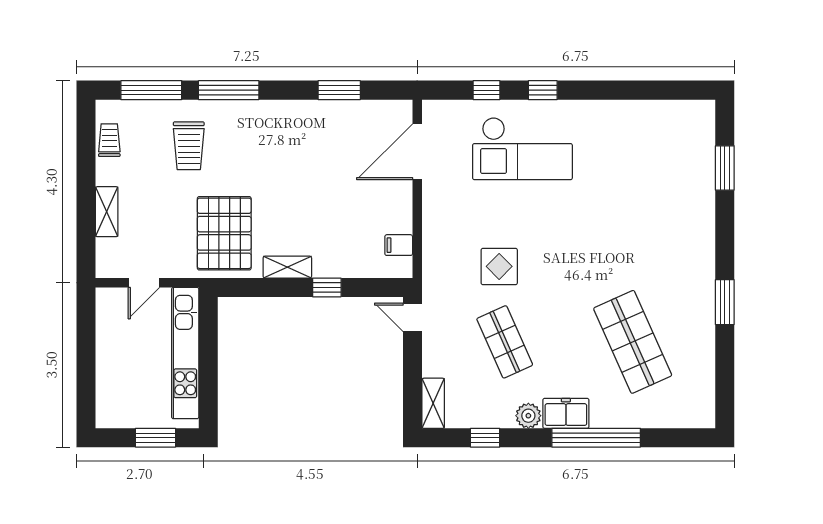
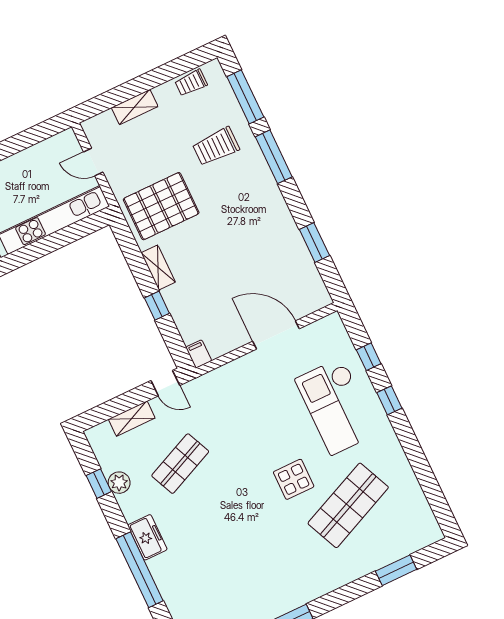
trolley: (109, 140) -> (191, 83), turned 180
door: (417, 152) -> (276, 335), moved
filing cabinet: (399, 245) -> (199, 354), moved
display table: (499, 266) -> (294, 479), moved
door: (413, 317) -> (165, 383), swing flipped
shop shelf: (633, 342) -> (348, 505), moved
shelving: (433, 403) -> (132, 419), moved
plant: (528, 416) -> (119, 483), moved

